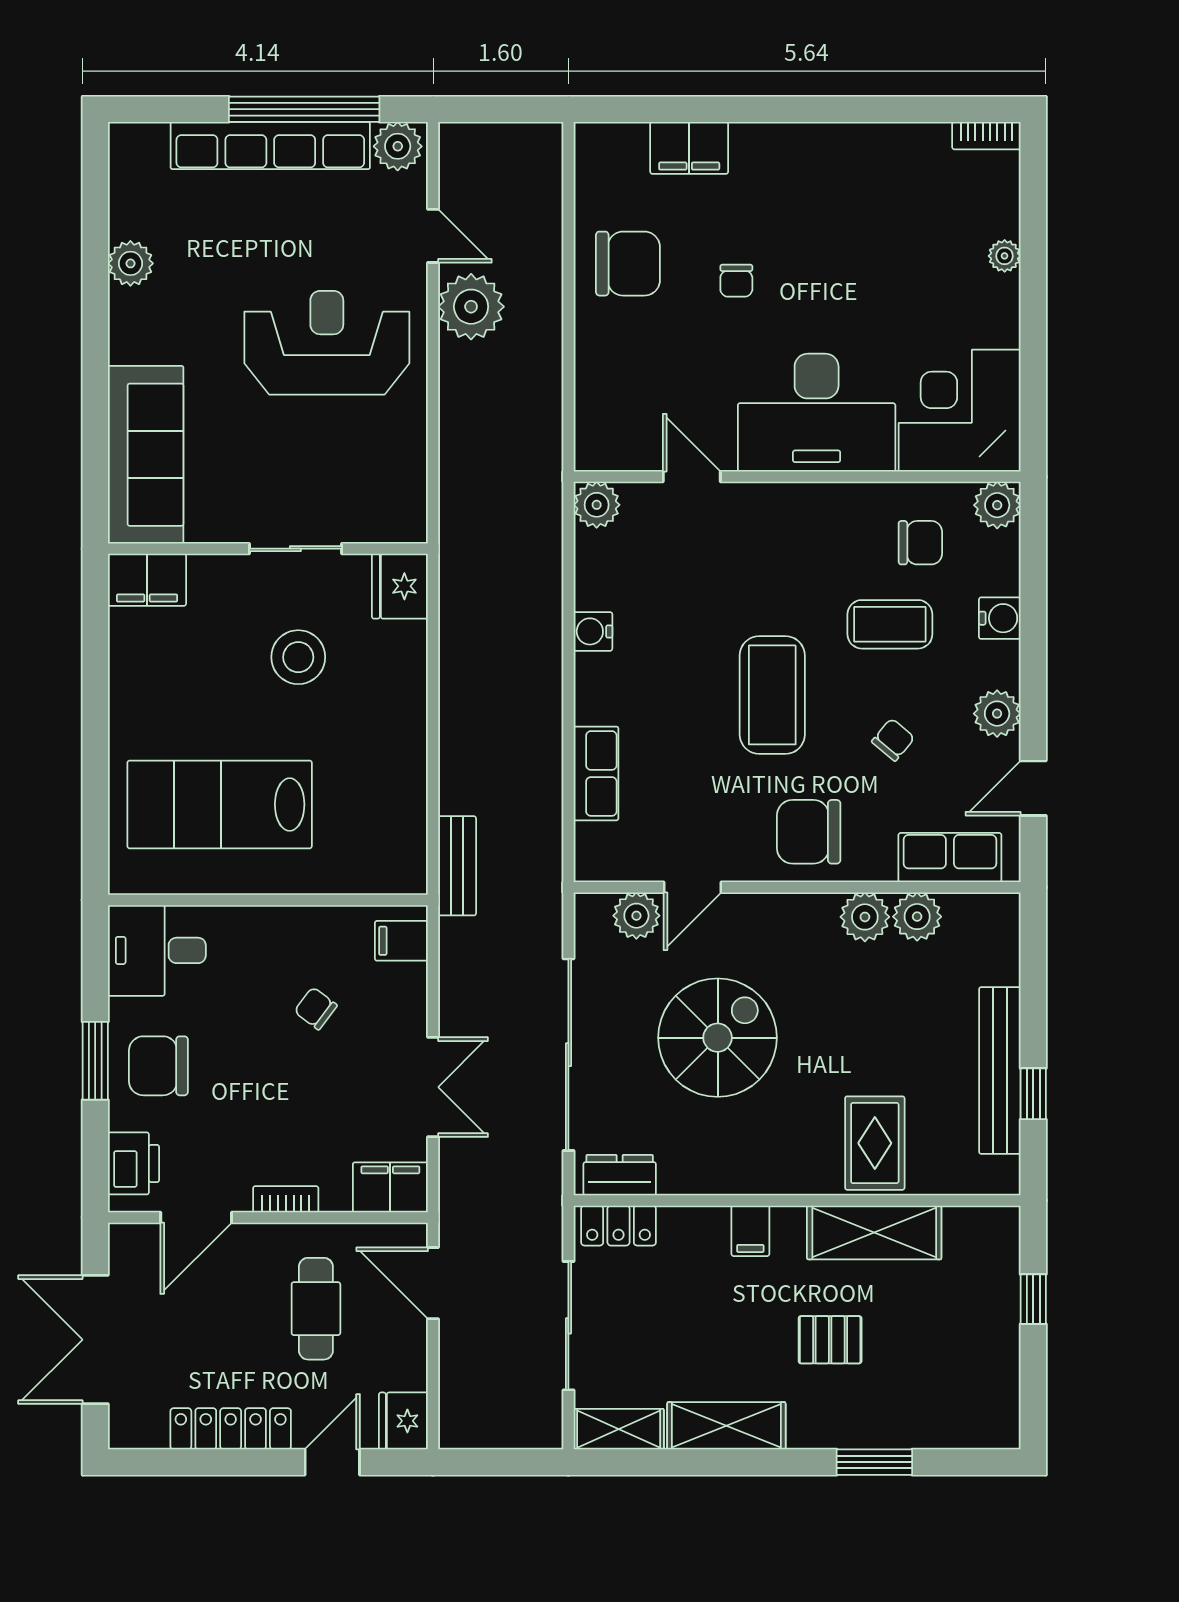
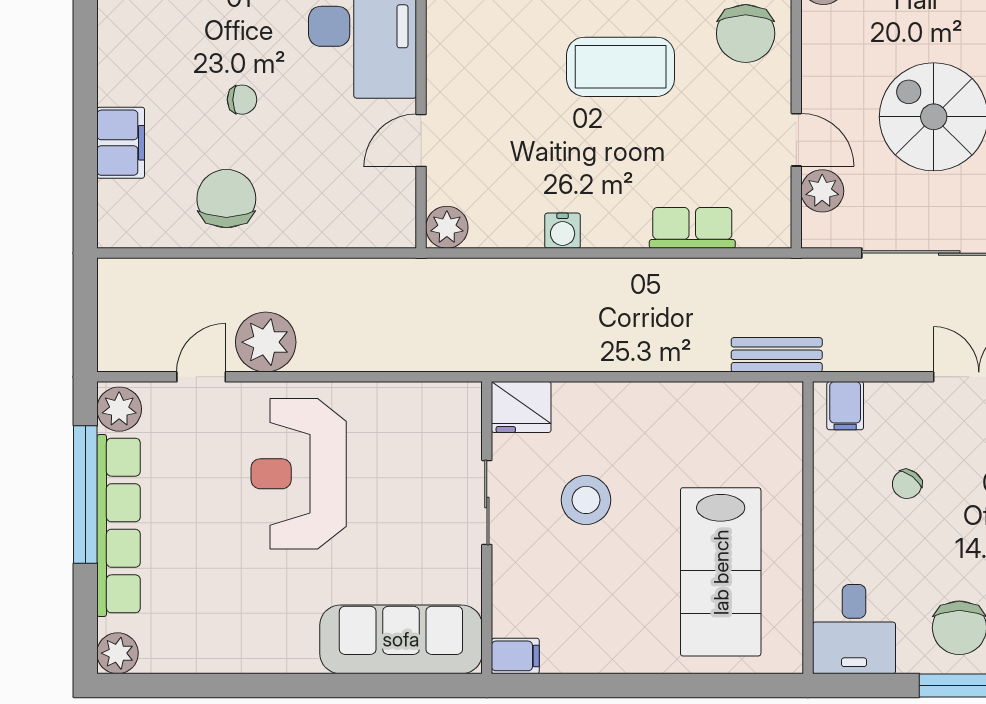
plant: (130, 263) -> (118, 653), moved
filing cabinet: (147, 580) -> (515, 656), width x0.50

